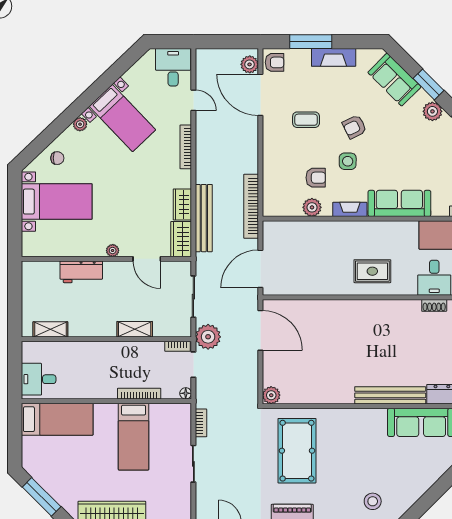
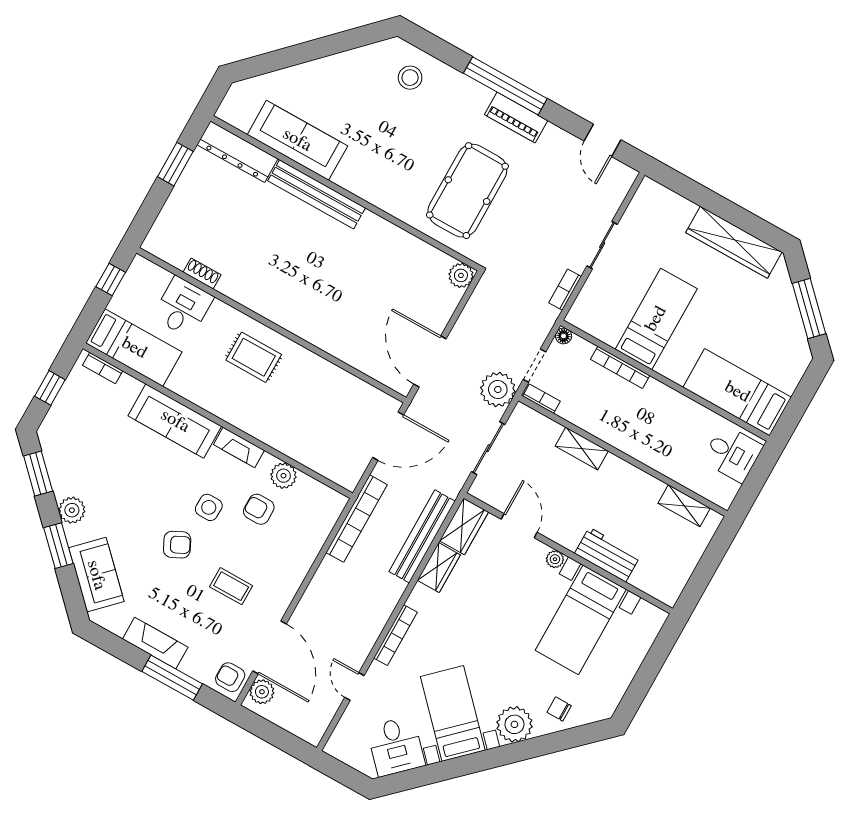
desk: (173, 67) -> (396, 746), moved, turned -44
plant: (80, 124) -> (514, 724), width x1.87, depth x1.87
bed with nightstands: (57, 202) -> (581, 620), moved, turned -90

